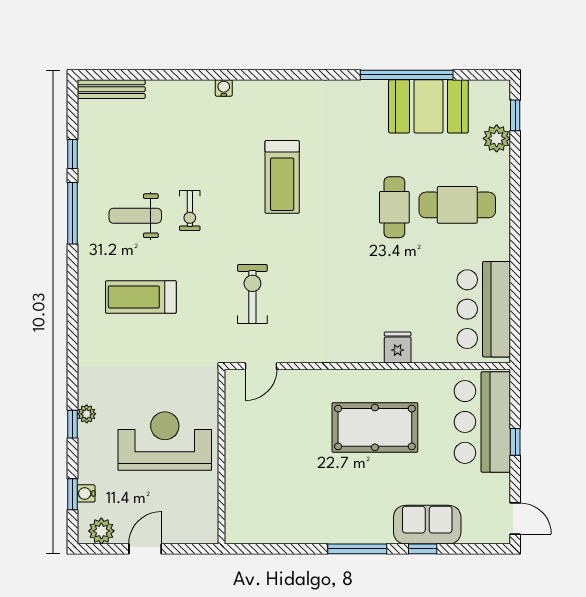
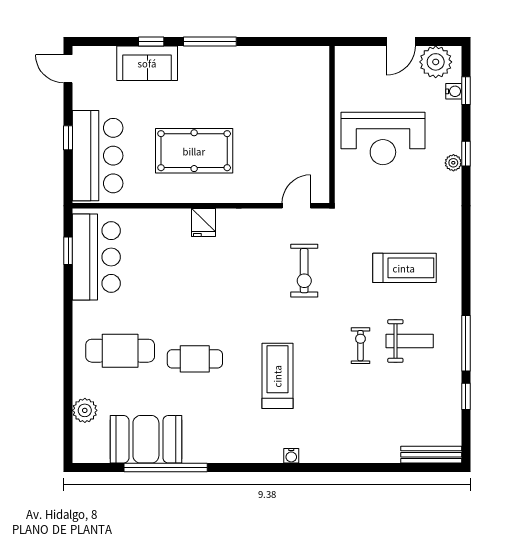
water cooler: (224, 88) -> (291, 456), moved
window: (515, 115) -> (68, 251), moved
cafe table: (394, 207) -> (195, 359), moved, turned 90
fridge: (398, 348) -> (204, 223), moved
plant: (101, 531) -> (436, 62), width x1.36, depth x1.36

